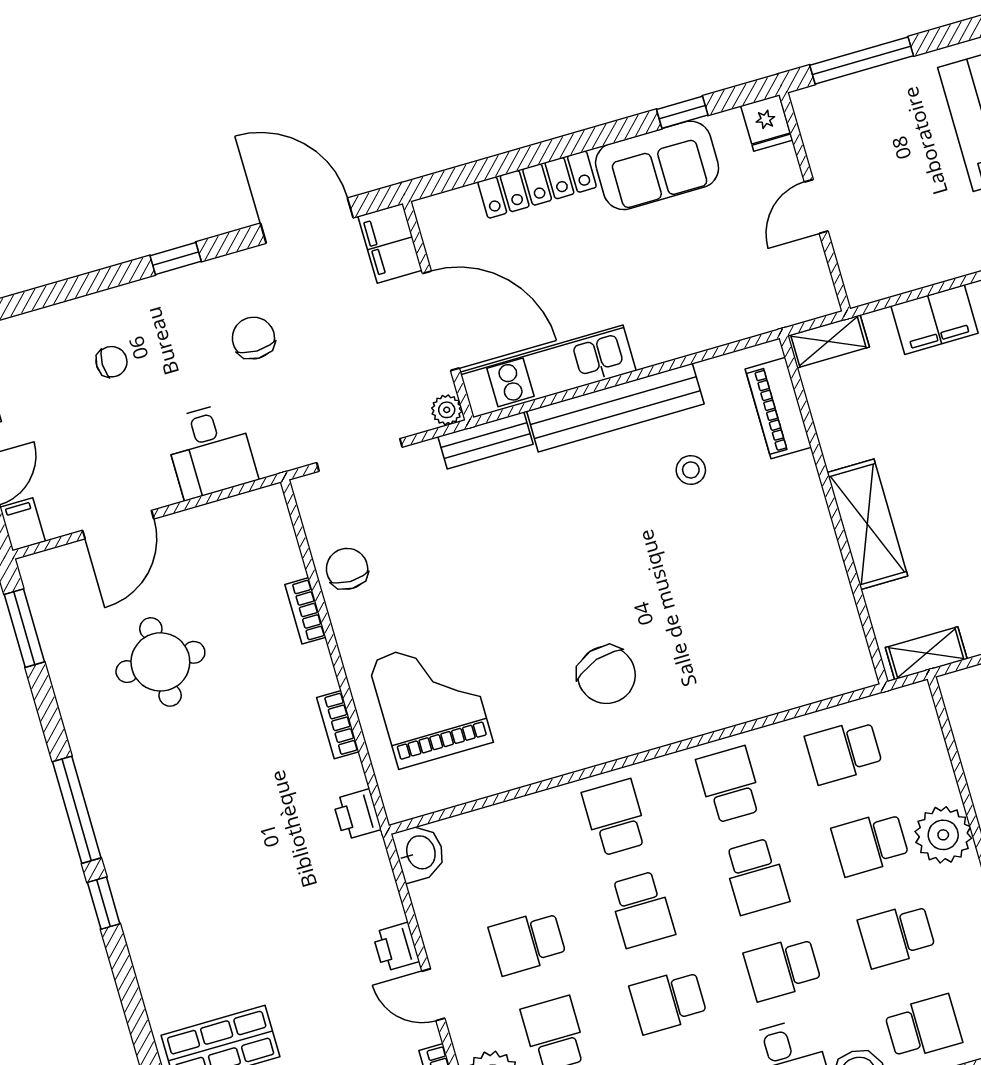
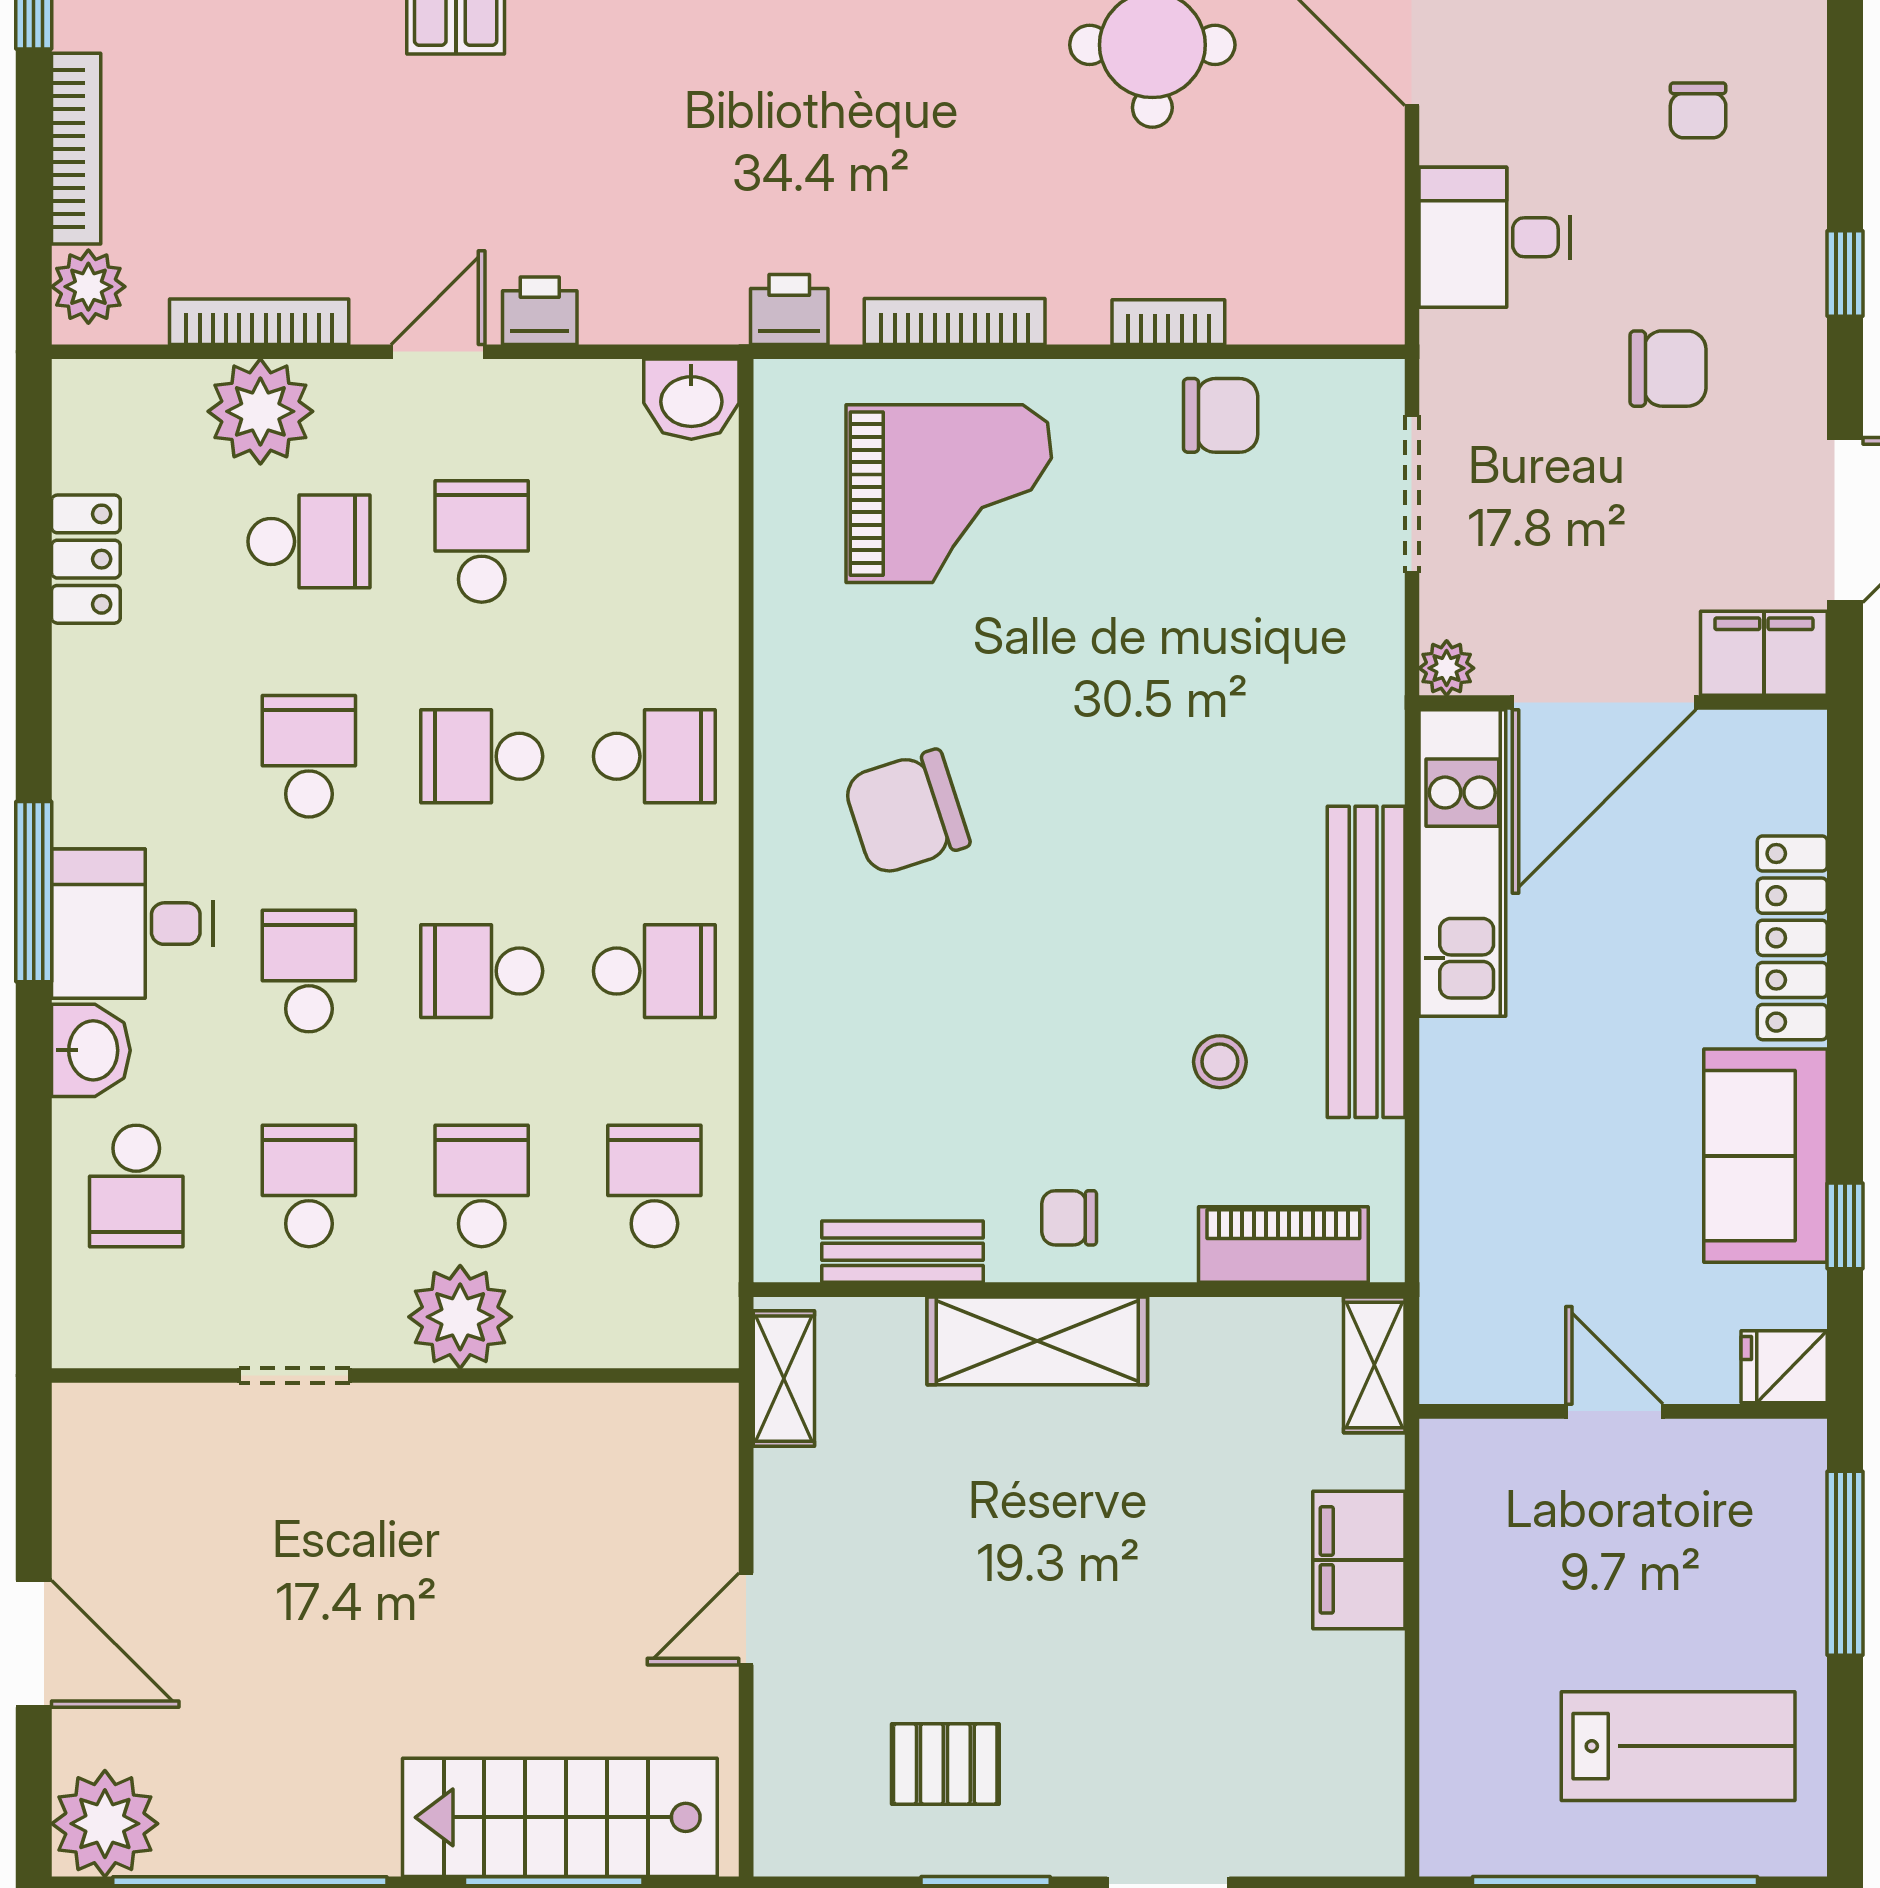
bench: (485, 440) -> (902, 1252), moved, turned 90
chair: (797, 526) -> (1069, 1218), added
bookcase: (338, 725) -> (955, 321), width x1.56

